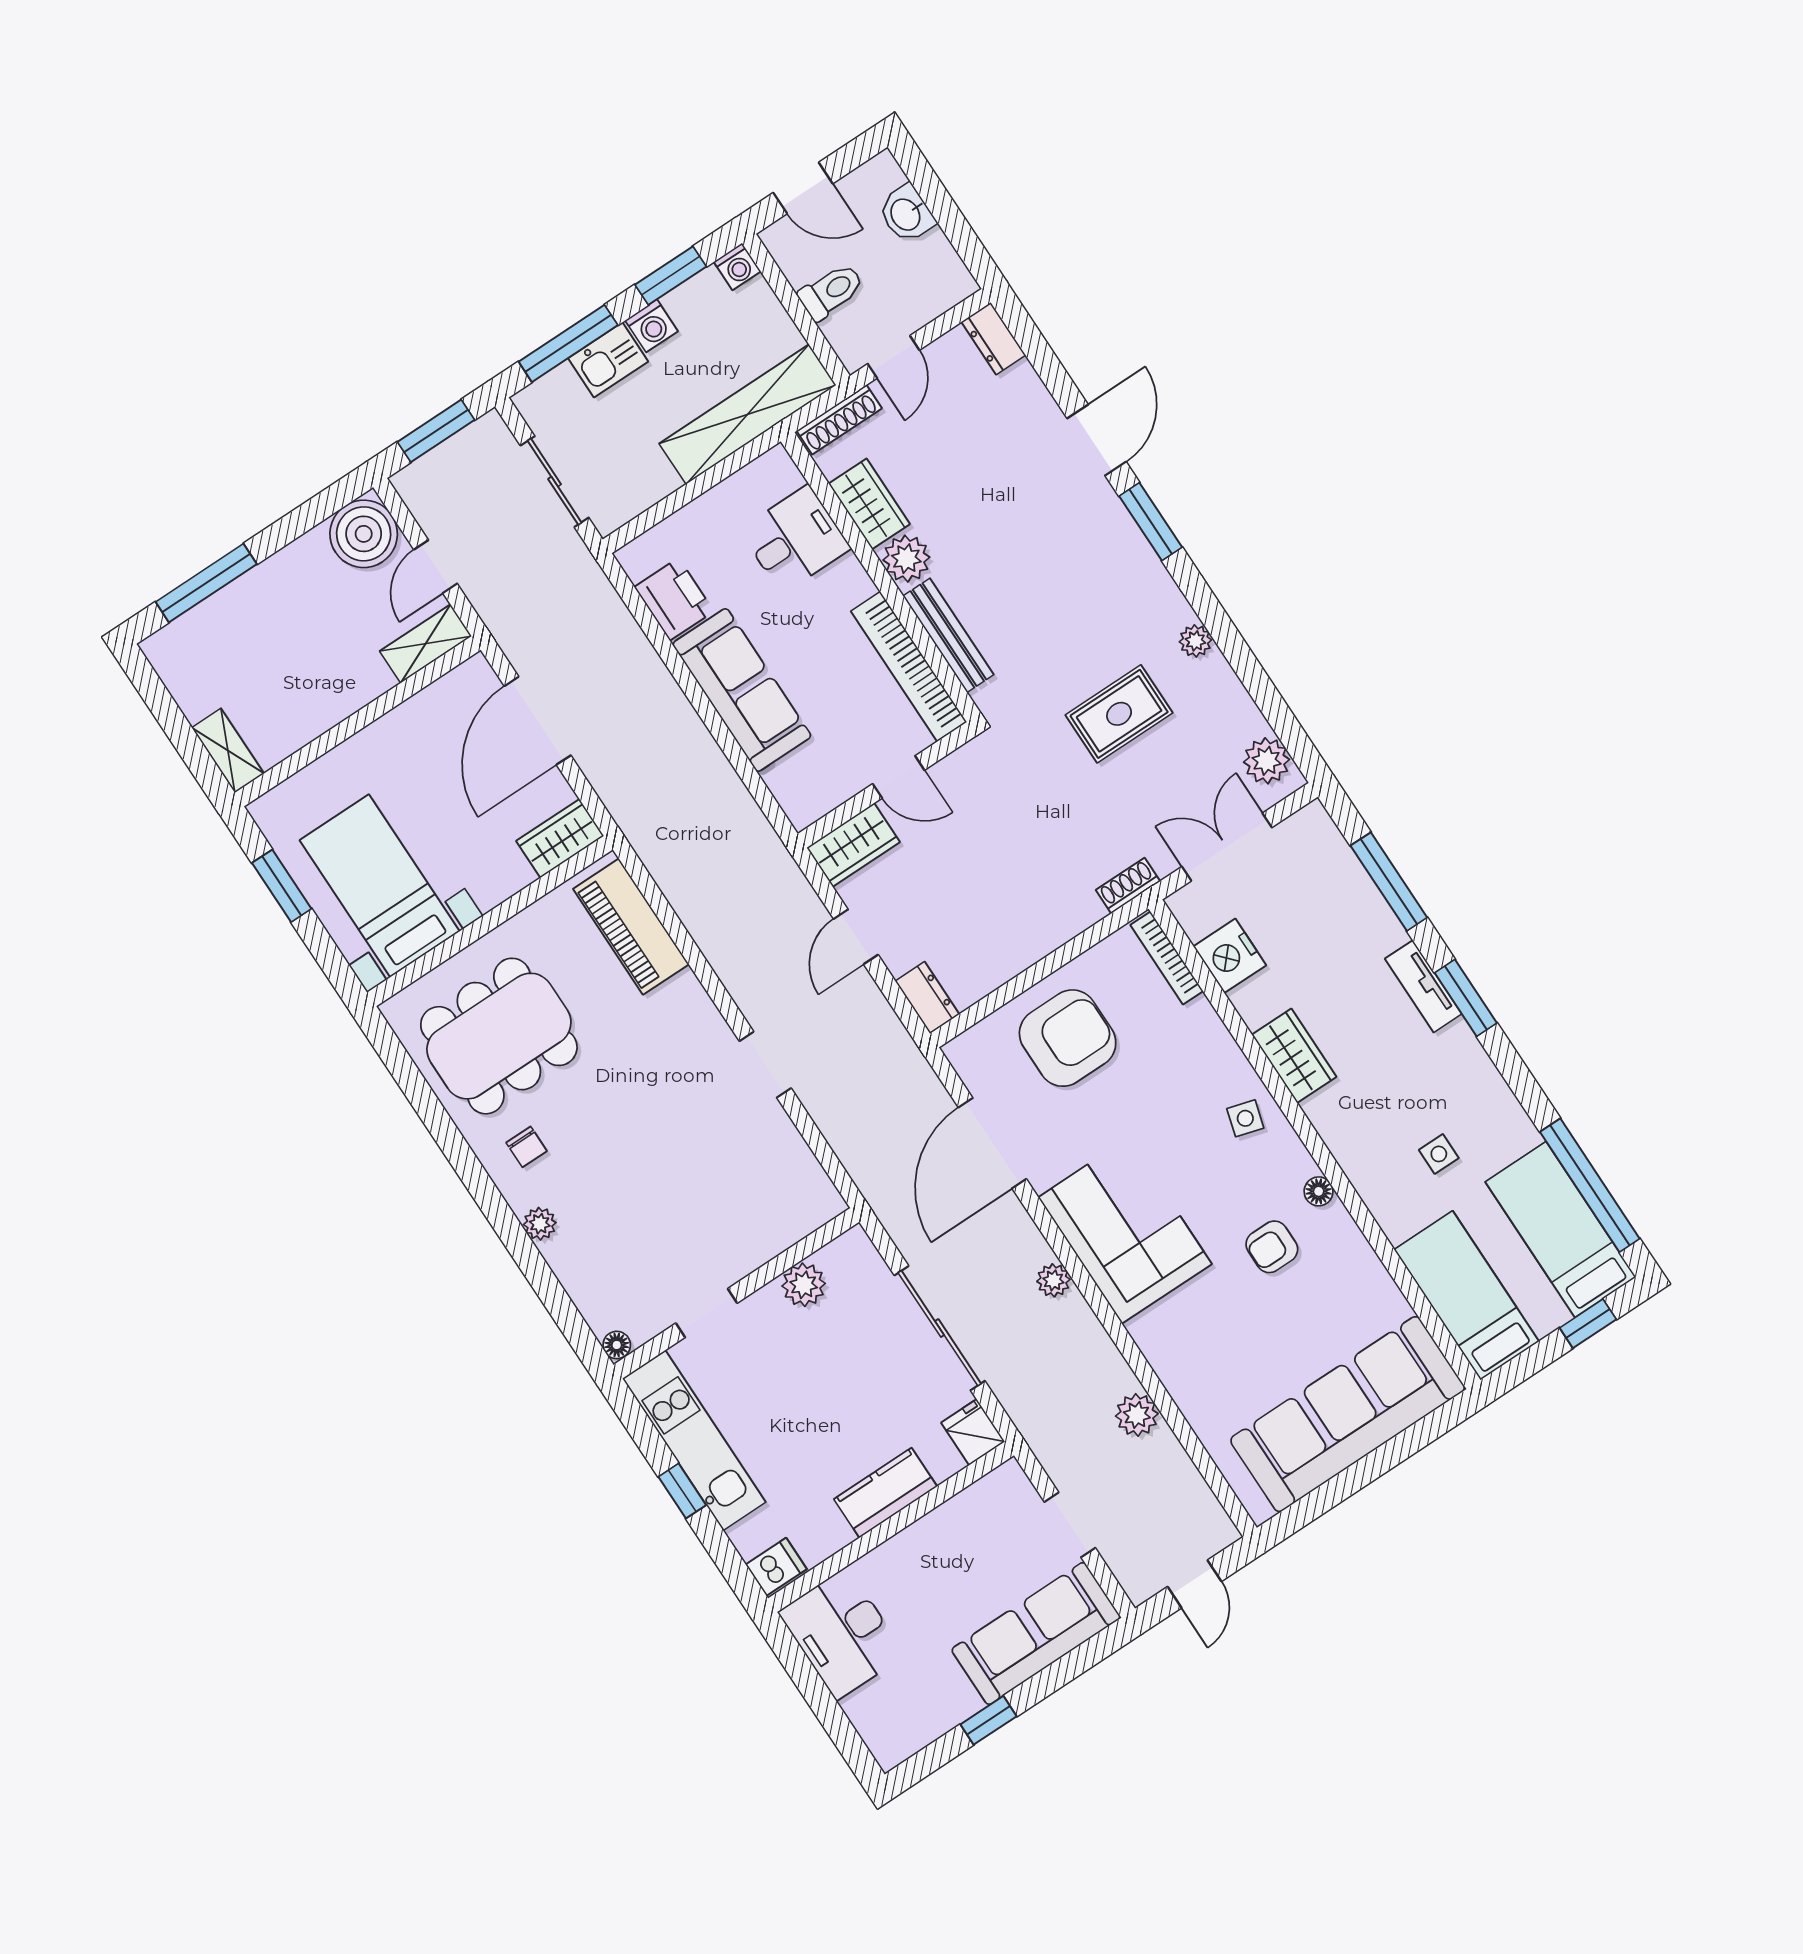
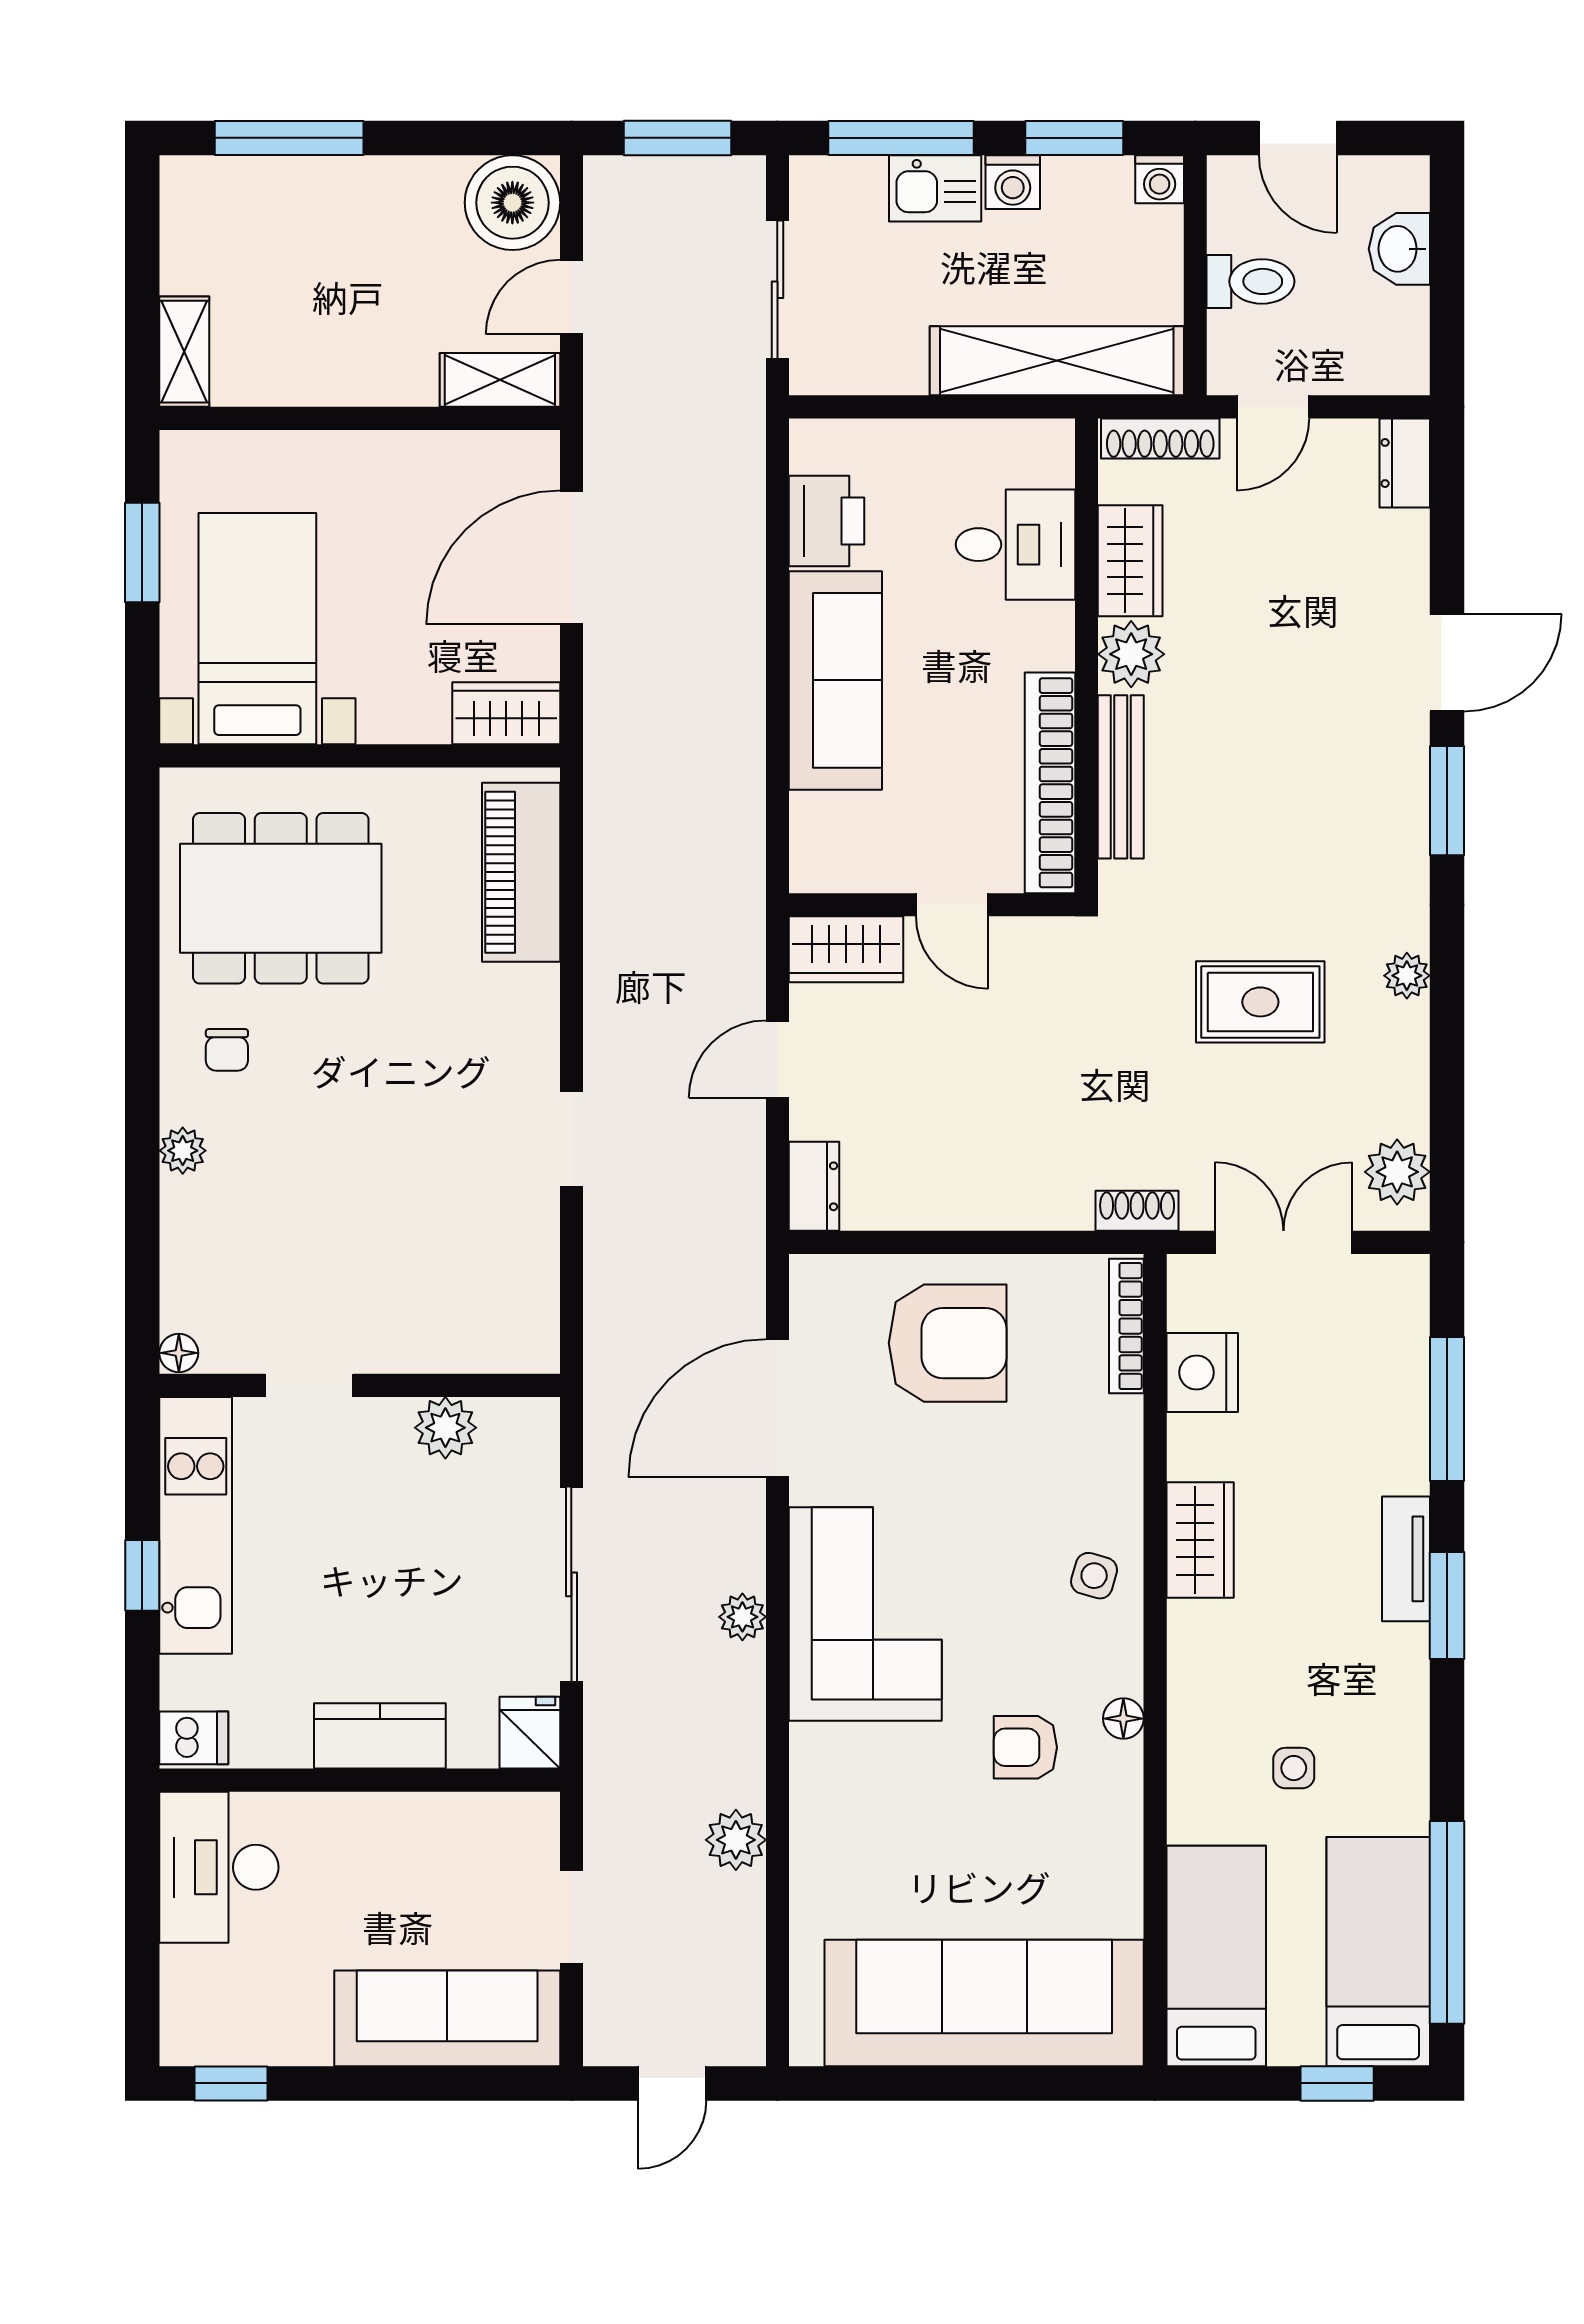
window: (988, 1720) -> (231, 2083), moved

